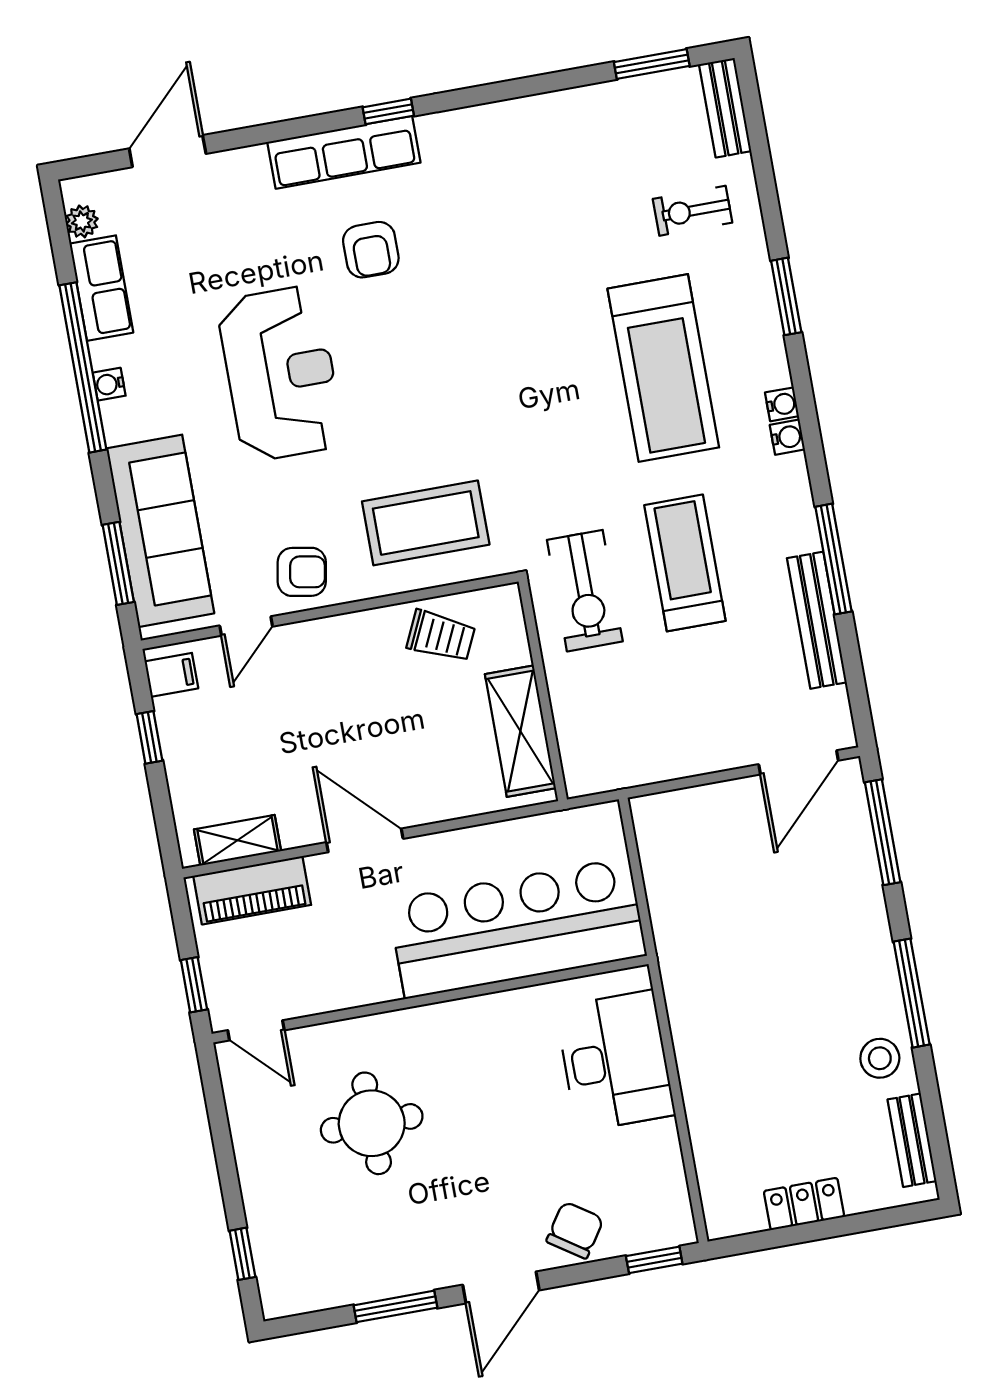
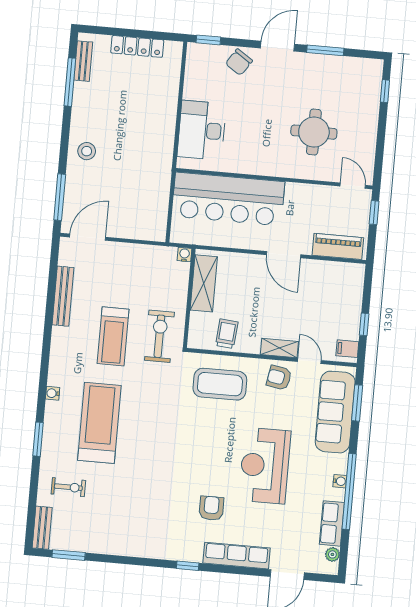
row of seats: (344, 152) -> (237, 556), moved
water cooler: (787, 437) -> (184, 255), moved, turned 90
window: (833, 559) -> (49, 321), removed
door: (246, 626) -> (309, 361), hinge flipped
trolley: (441, 636) -> (227, 334), turned 70
shelving: (237, 840) -> (279, 348), moved
window: (912, 993) -> (70, 82), moved
stool: (880, 1058) -> (87, 151), moved
locker: (804, 1204) -> (137, 46), width x1.53

